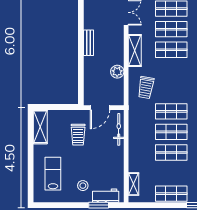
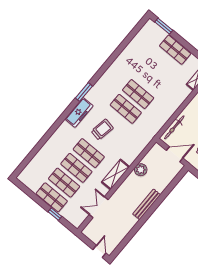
bench: (89, 43) -> (147, 204), width x1.36
trolley: (146, 87) -> (102, 130), moved
shop shelf: (171, 152) -> (150, 79), removed

